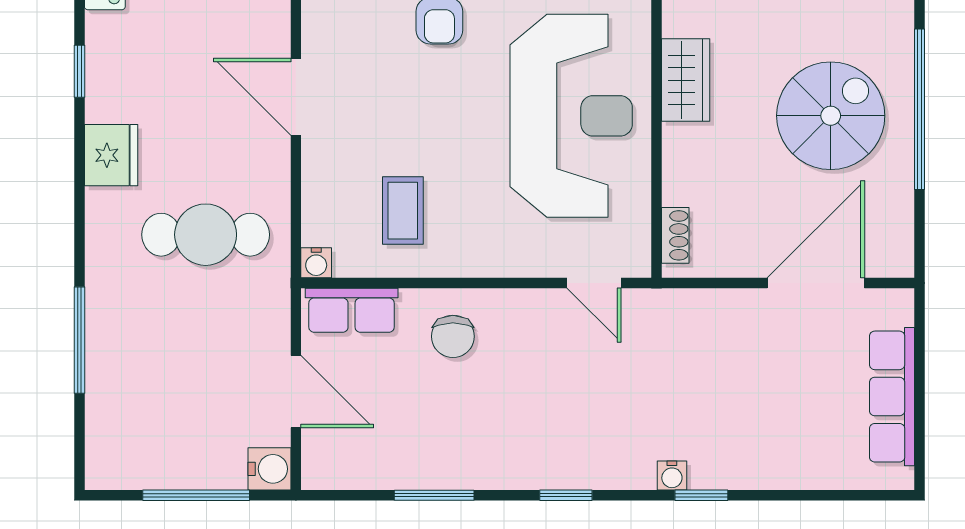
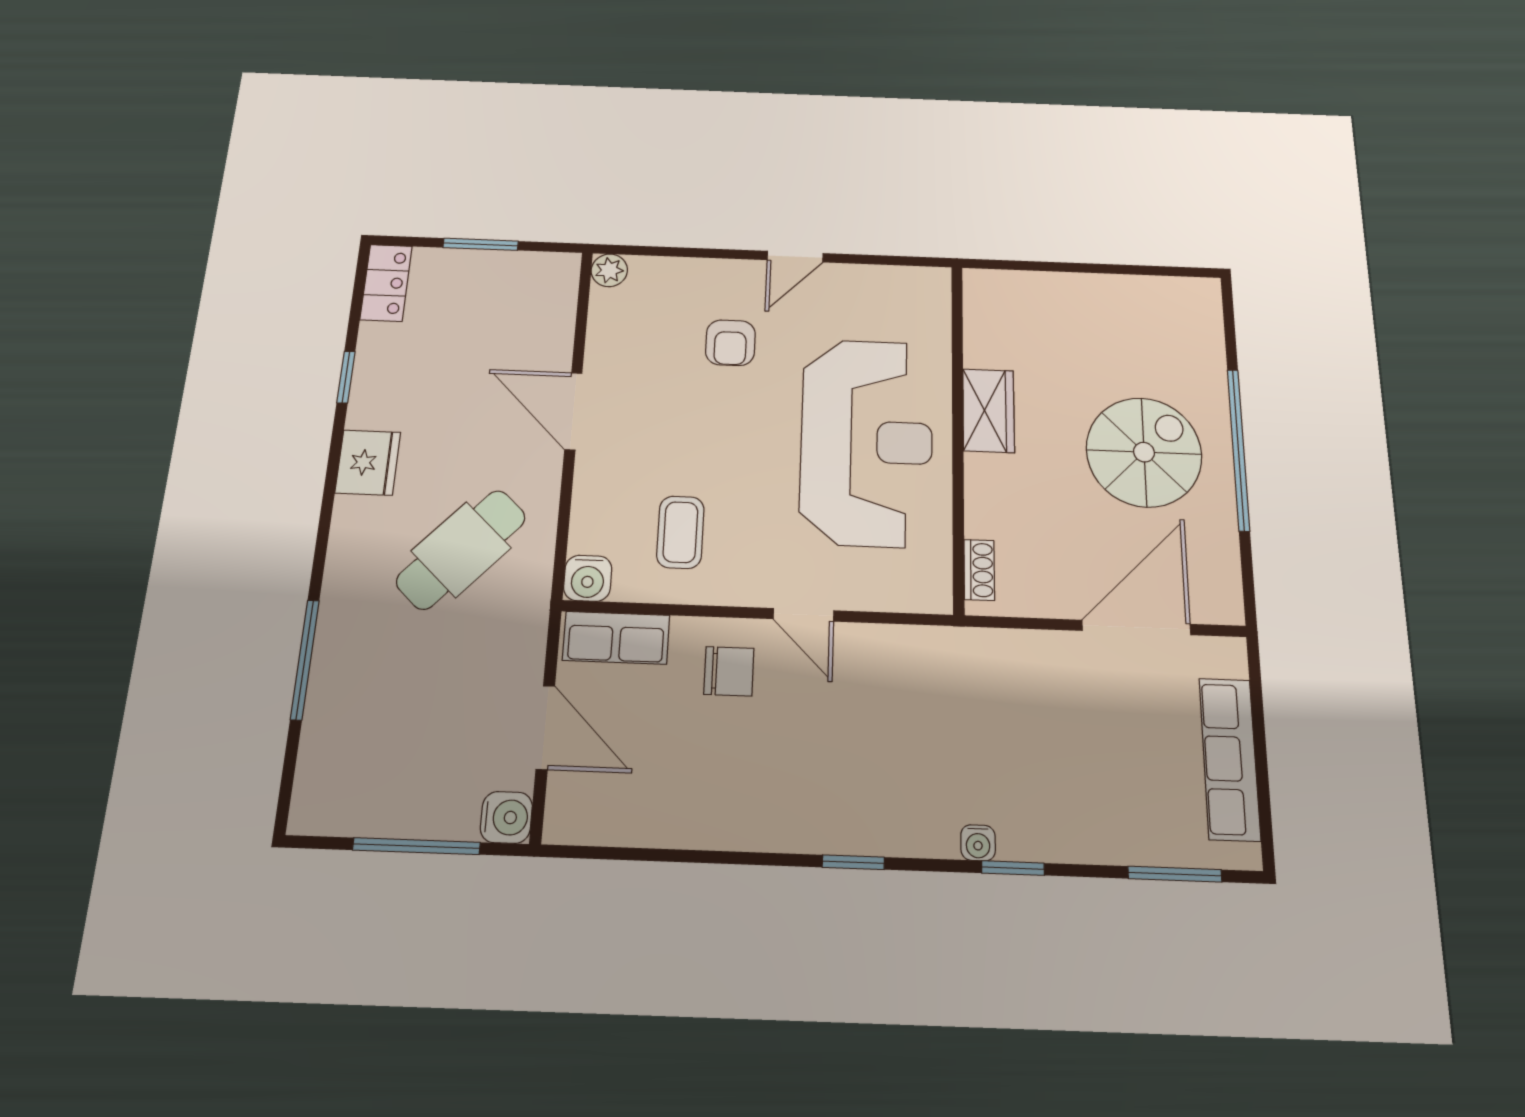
cafe table: (206, 235) -> (461, 549), turned -47
water cooler: (316, 263) -> (588, 578), width x1.38, depth x1.38
door: (594, 283) -> (803, 615), moved
chair: (453, 336) -> (729, 671), turned -90
window: (434, 495) -> (1175, 874), moved

